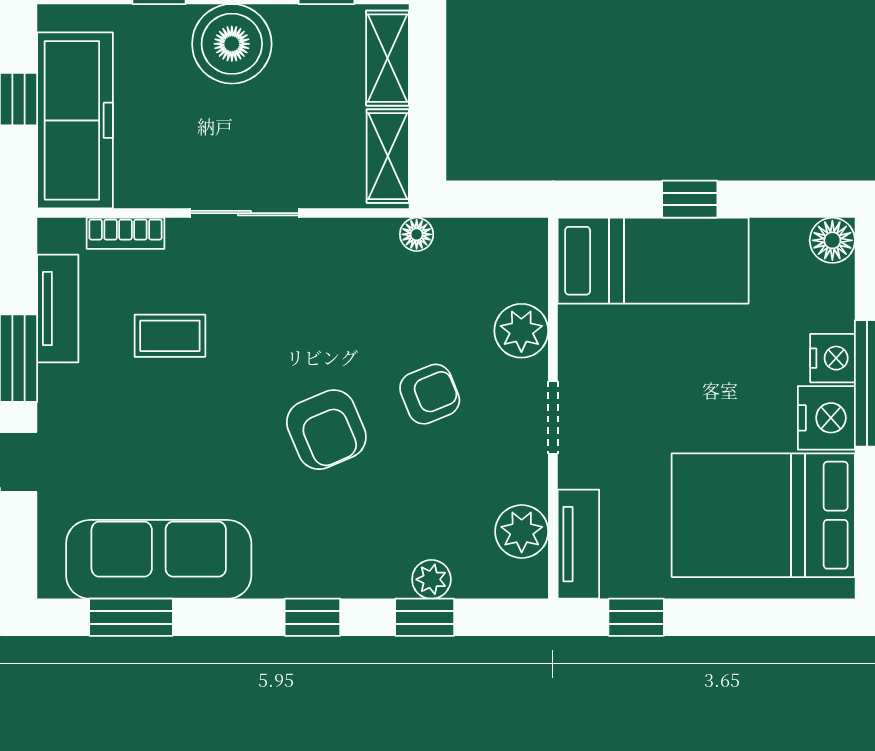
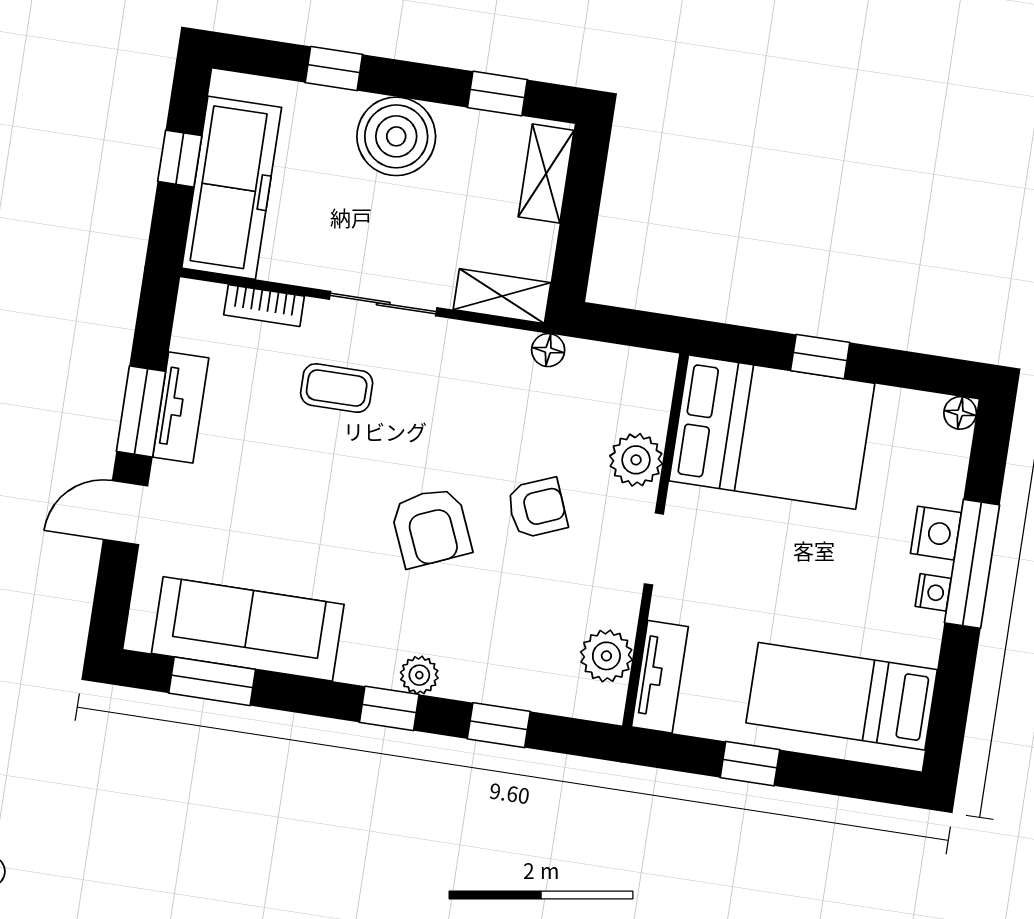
shelving: (388, 156) -> (502, 296), moved, turned 90
floor lamp: (832, 240) -> (960, 413), width x0.73, depth x0.73
bed: (653, 261) -> (772, 432), width x1.50
tv unit: (58, 308) -> (181, 407), moved
coffee table: (170, 336) -> (337, 388), moved
nightstand: (826, 418) -> (933, 592), width x0.53, depth x0.56
bed: (763, 515) -> (842, 696), width x0.67
plant: (431, 579) -> (419, 675), moved
window: (636, 617) -> (750, 764), moved

